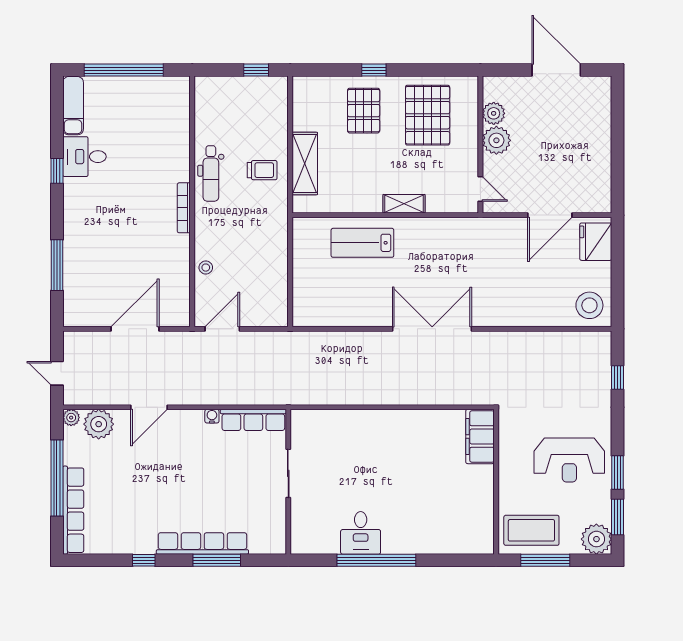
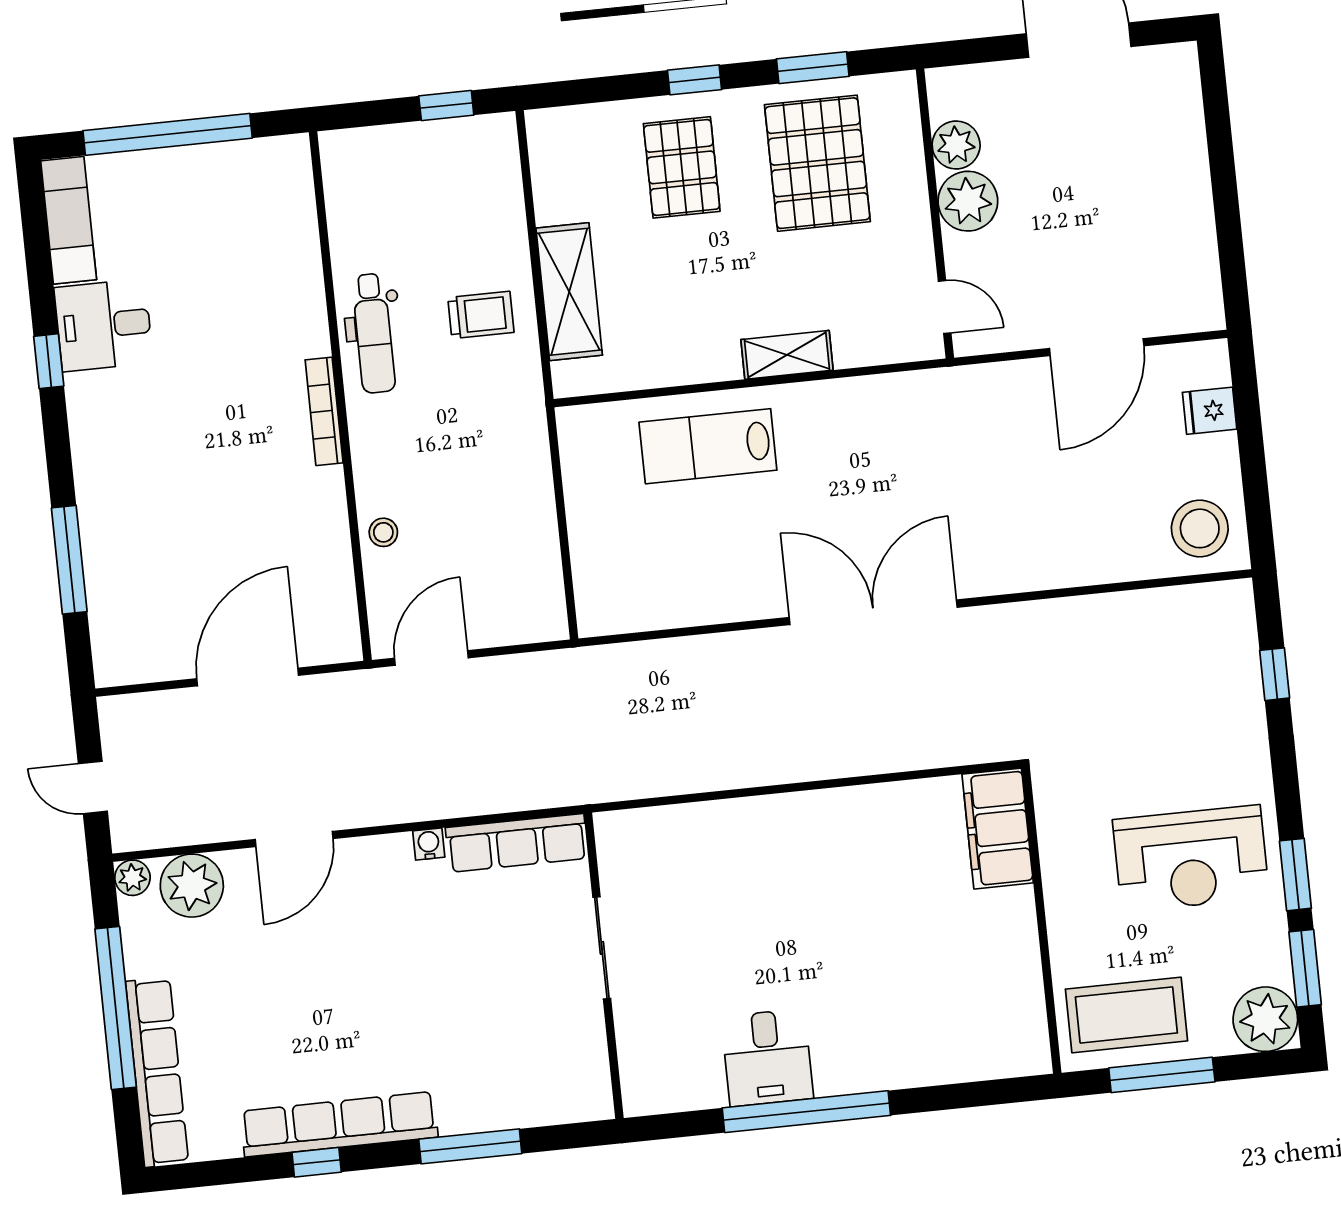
window: (430, 70) -> (813, 68), added
fridge: (596, 242) -> (1210, 411), width x0.53, depth x0.75
row of seats: (202, 543) -> (339, 1124), moved

